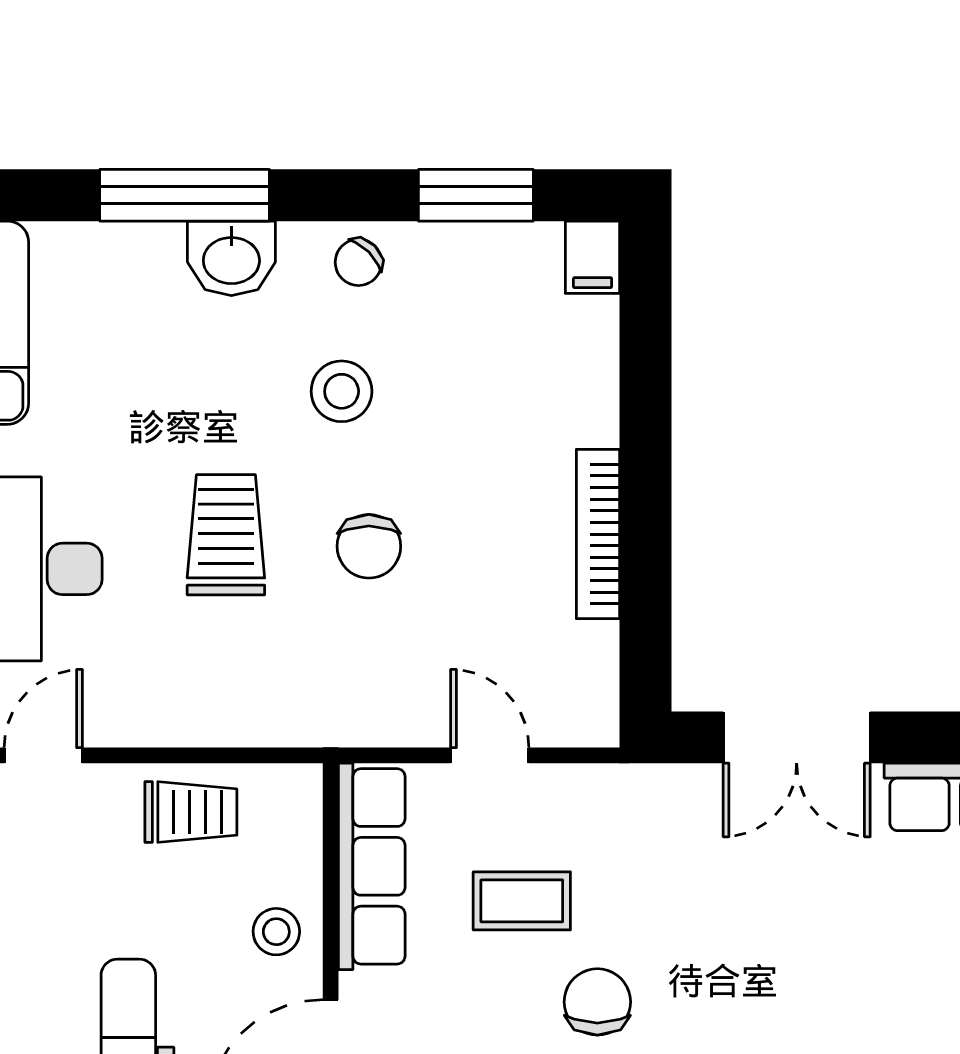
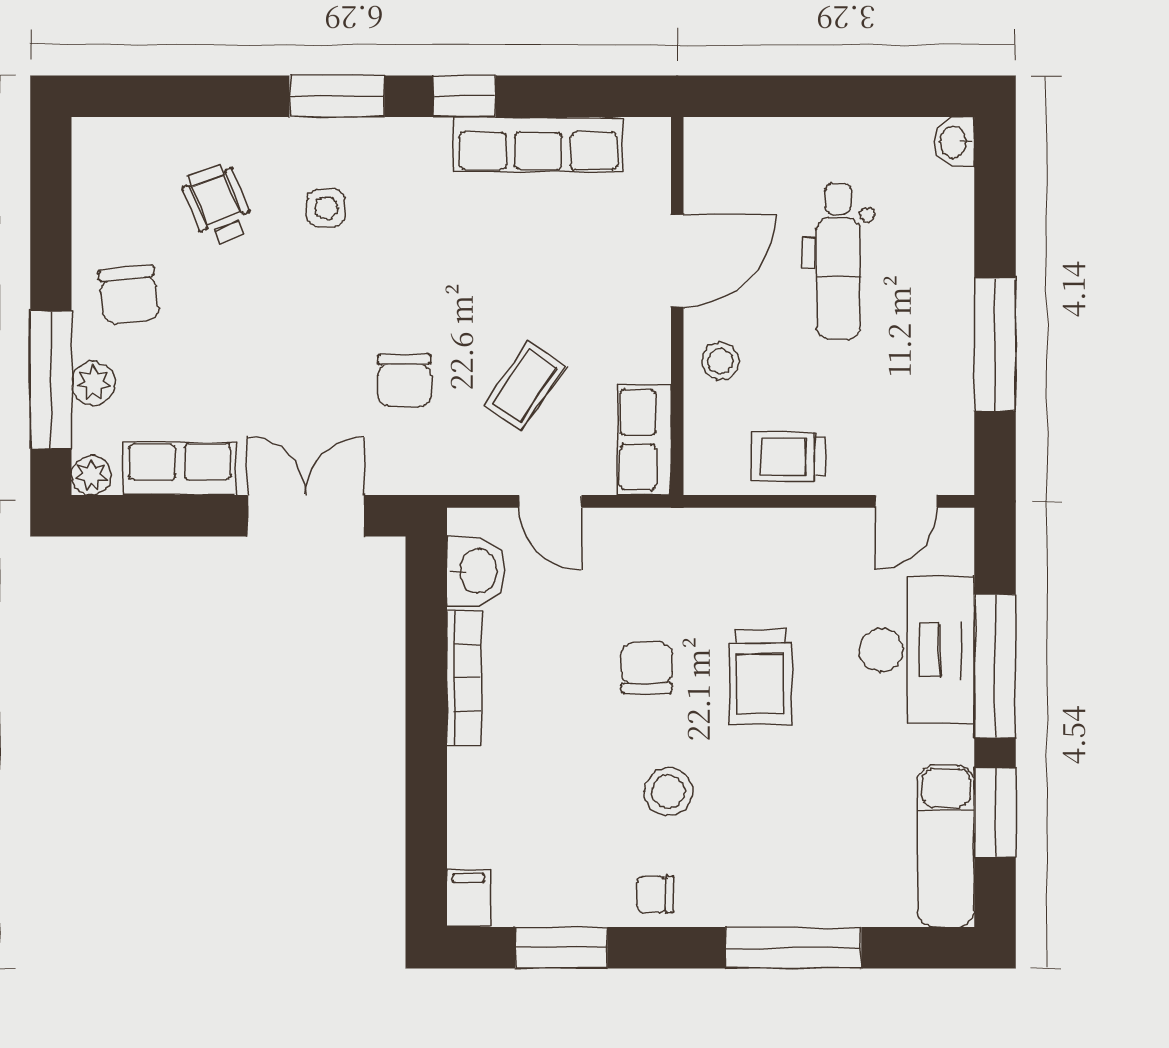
washbasin: (231, 258) -> (476, 571), moved, turned 90
chair: (358, 262) -> (655, 894), turned -135
row of seats: (372, 866) -> (644, 440), width x0.68
coffee table: (522, 901) -> (525, 386), turned -56
chair: (597, 1002) -> (404, 380), moved

